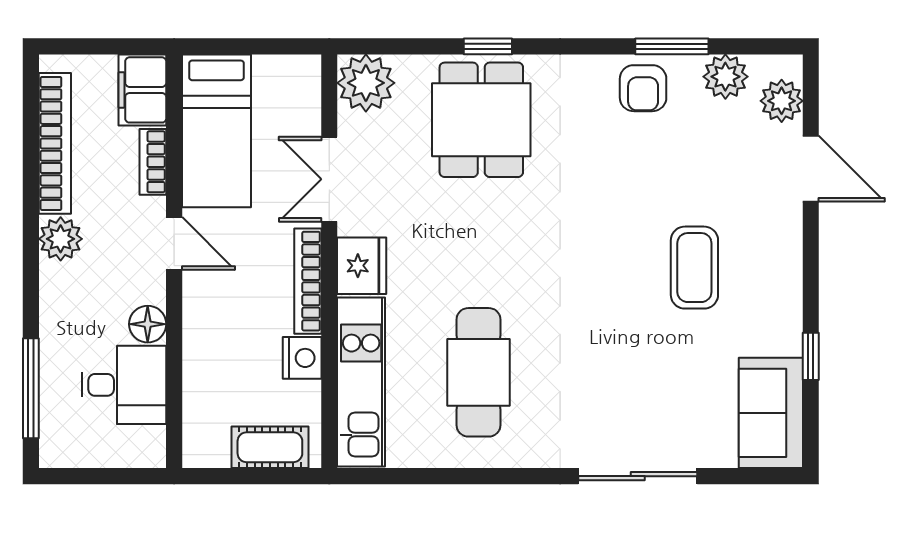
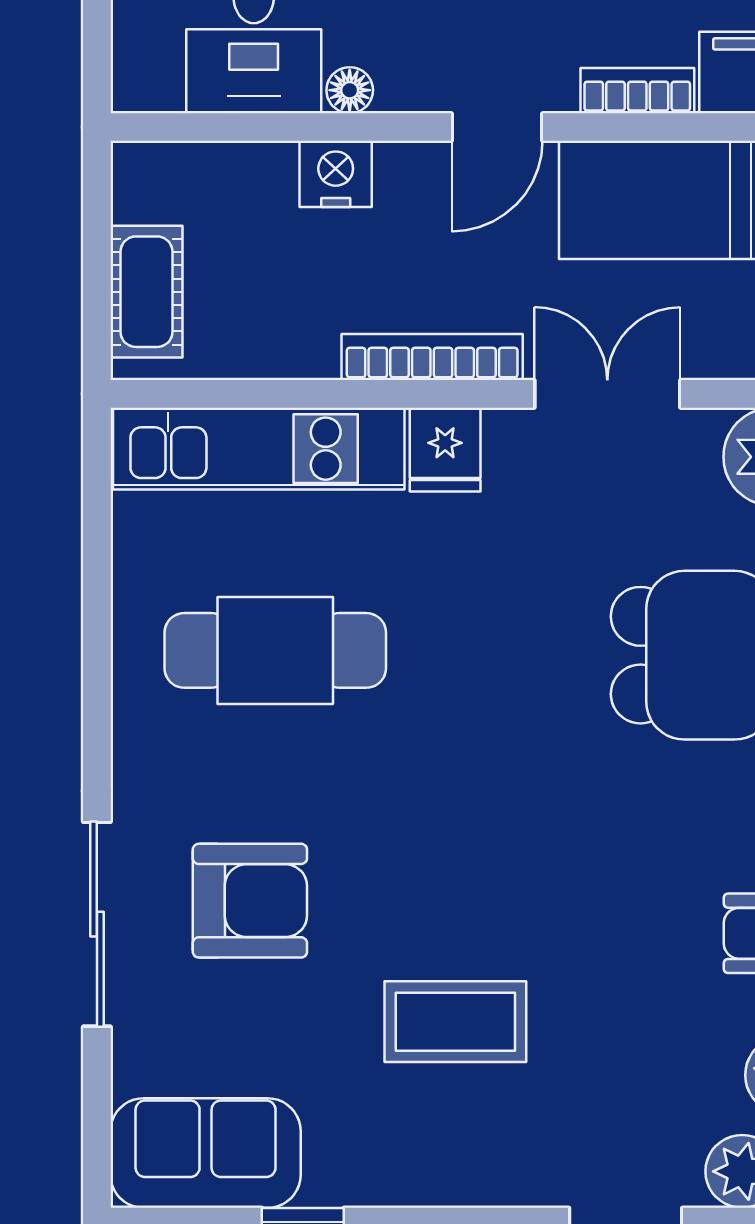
fridge: (362, 266) -> (445, 450), width x0.72
floor lamp: (148, 324) -> (350, 90), width x0.73, depth x0.73
nightstand: (302, 358) -> (336, 174), moved, turned 180
armchair: (624, 387) -> (250, 901), added

